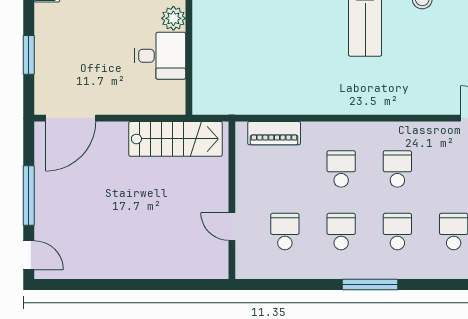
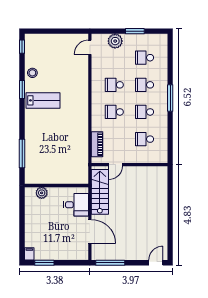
window: (29, 55) -> (44, 263), moved
desk: (160, 56) -> (76, 205), moved, turned 90
door: (71, 118) -> (90, 232), moved
window: (29, 195) -> (110, 263), moved
door: (232, 226) -> (116, 165), moved

